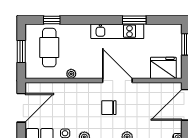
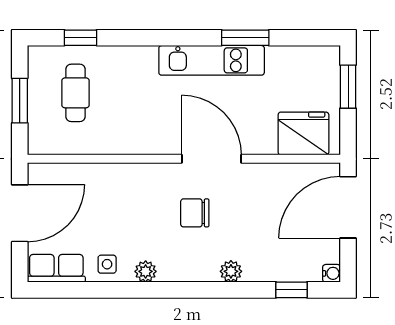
cafe table: (49, 48) -> (76, 93), width x0.73, depth x0.74
plant: (71, 74) -> (119, 145), removed

